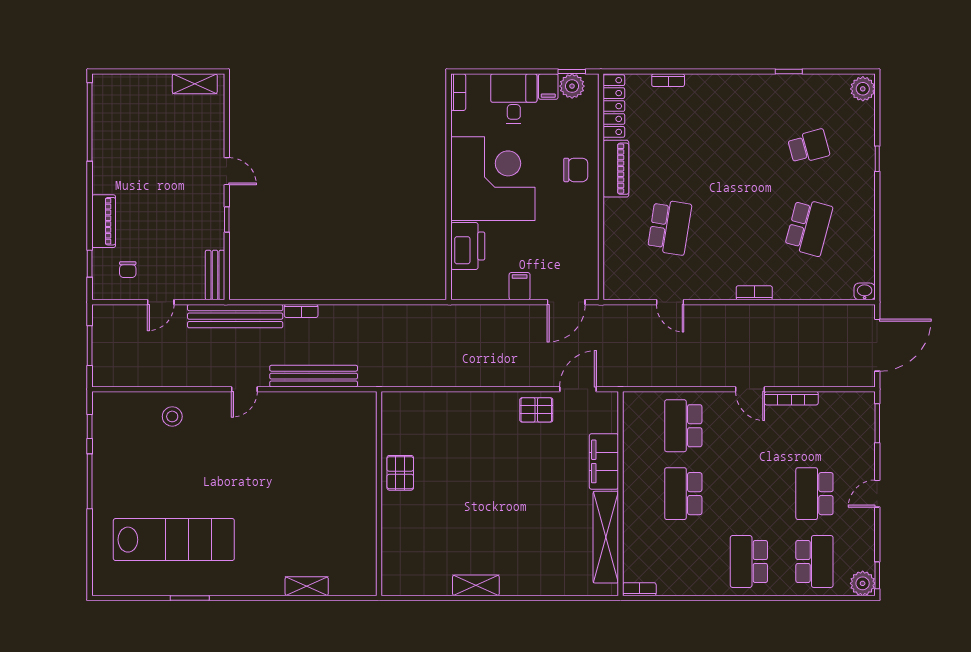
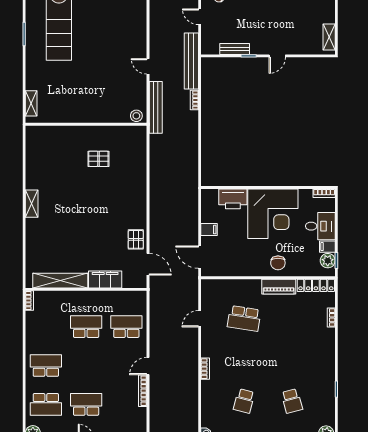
school desk: (809, 227) -> (244, 401), width x0.54
bench: (215, 275) -> (235, 49), moved
stool: (172, 416) -> (136, 116), moved
wall: (379, 494) -> (86, 124), moved

